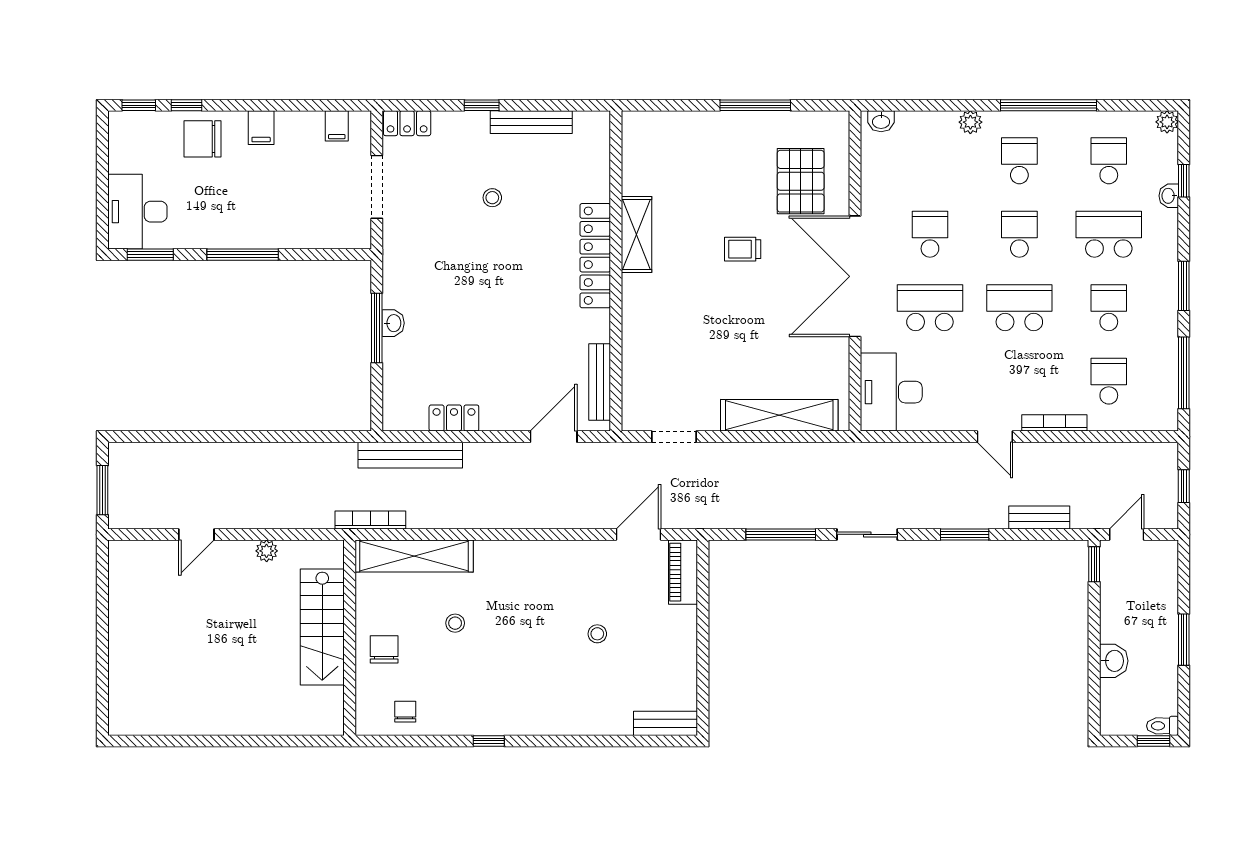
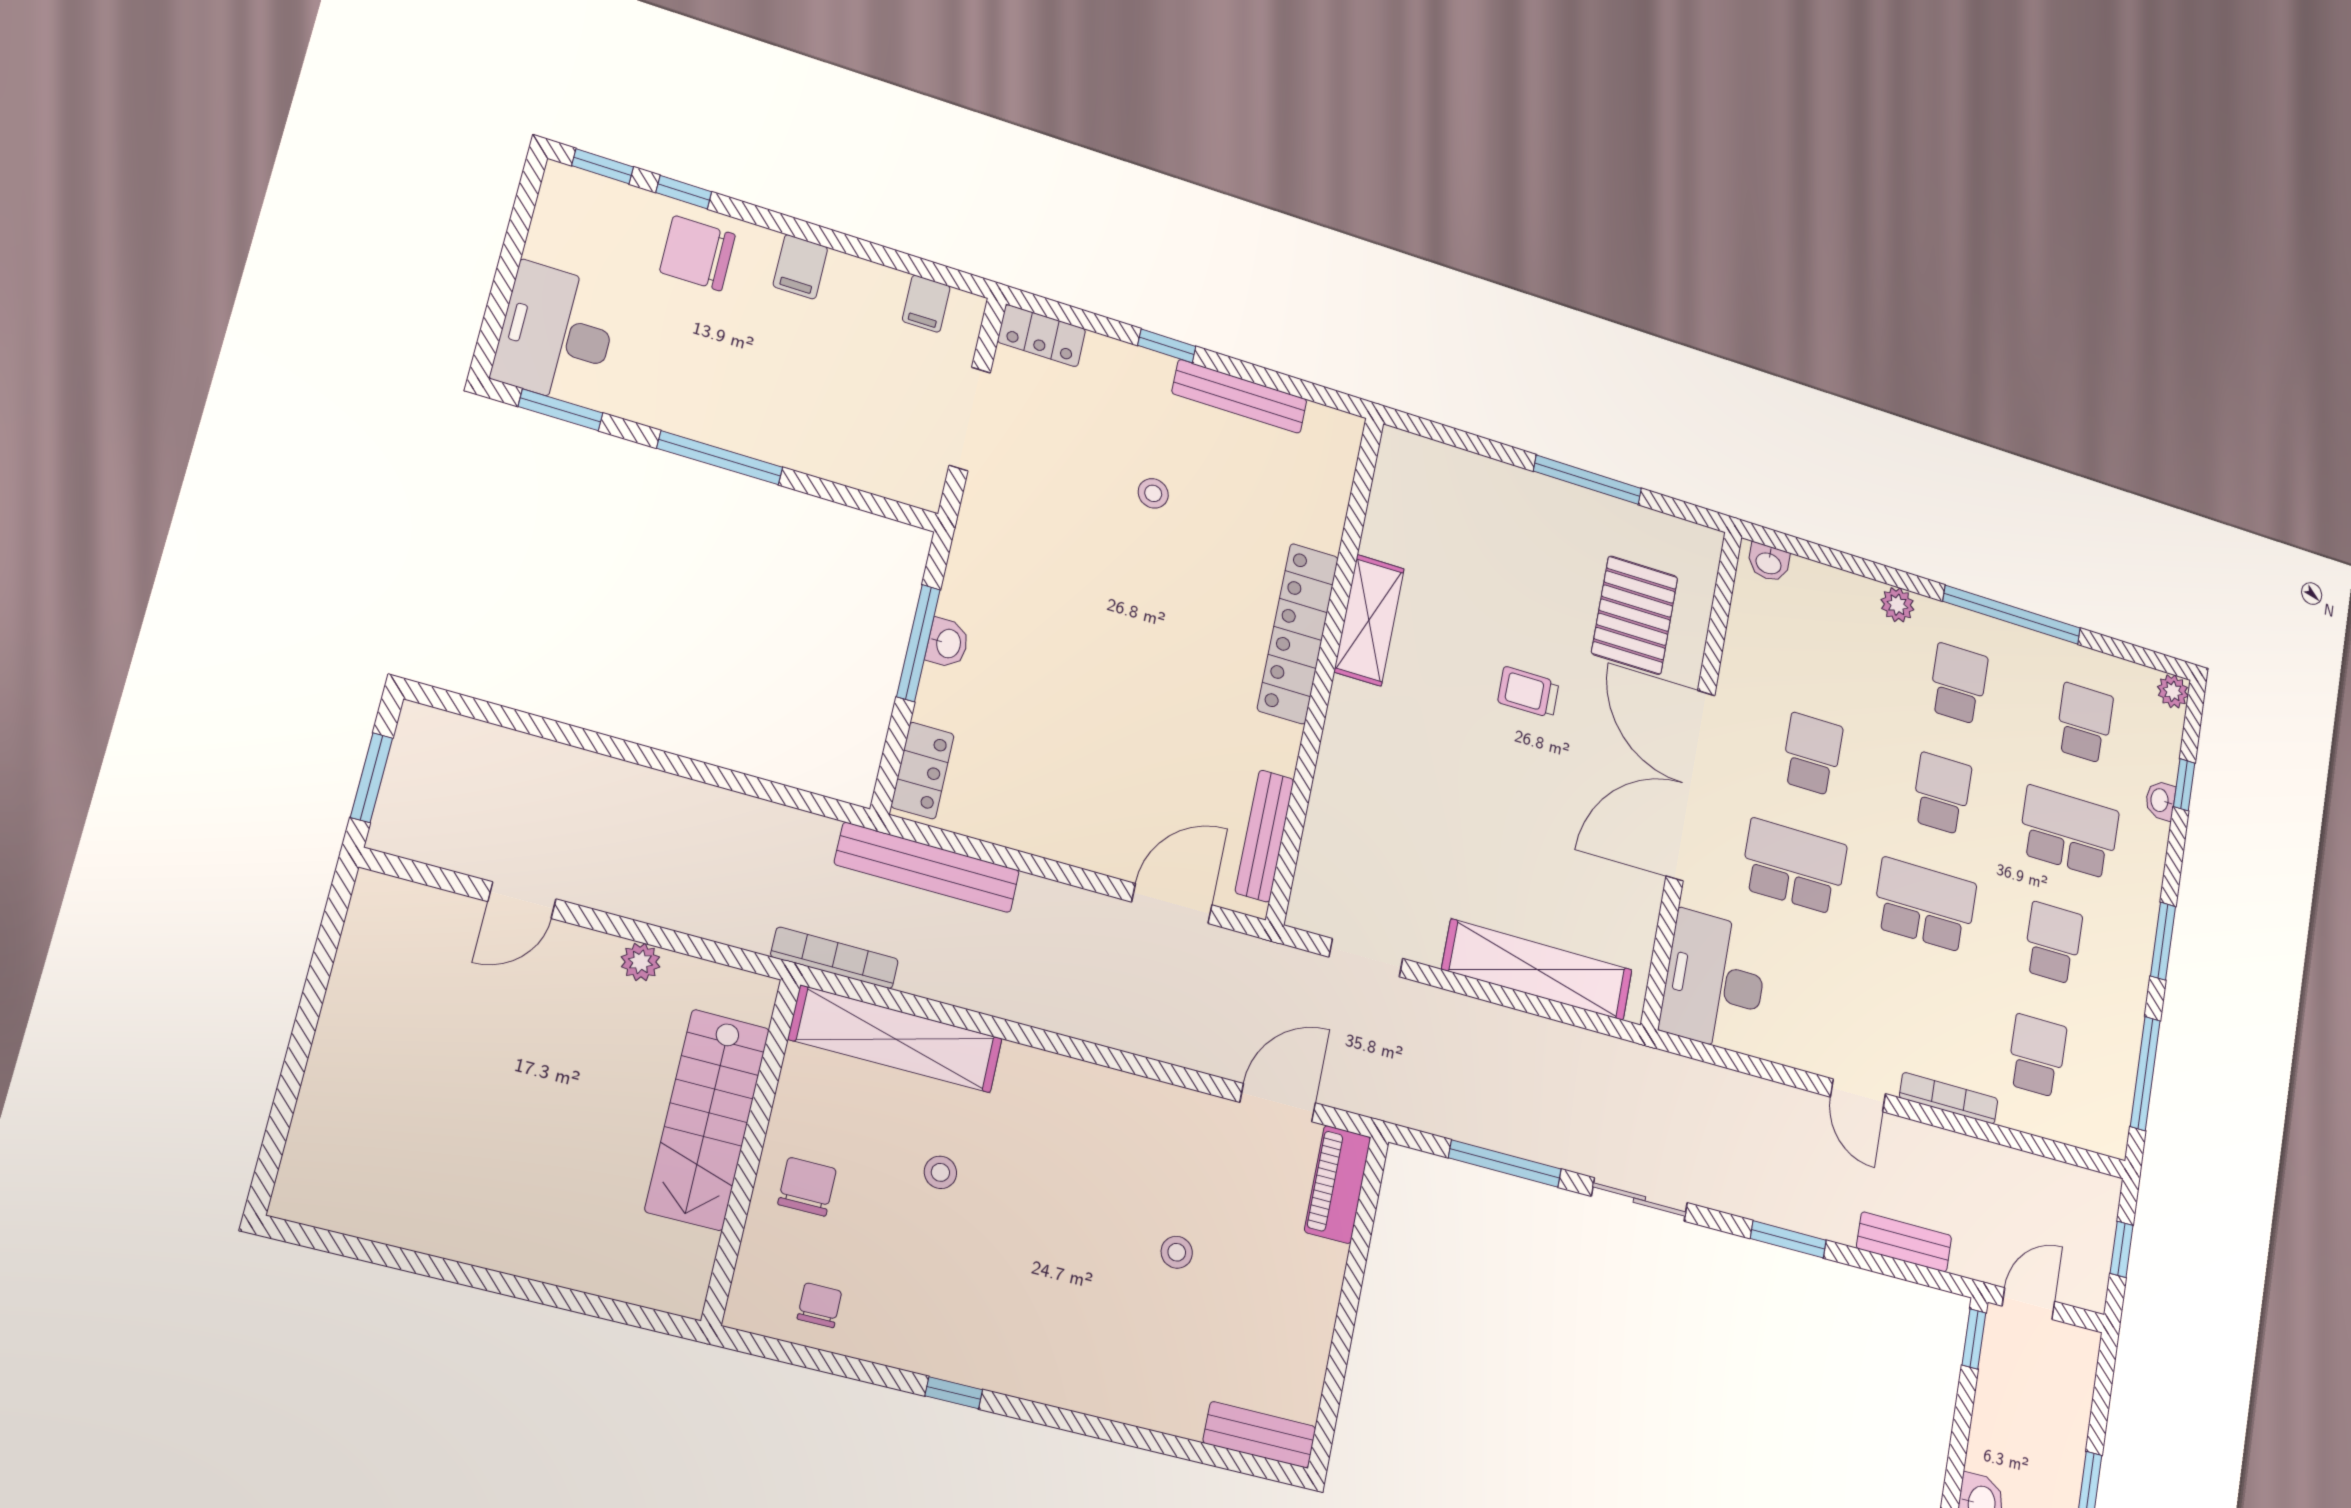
locker: (454, 418) -> (923, 771), moved, turned 90

